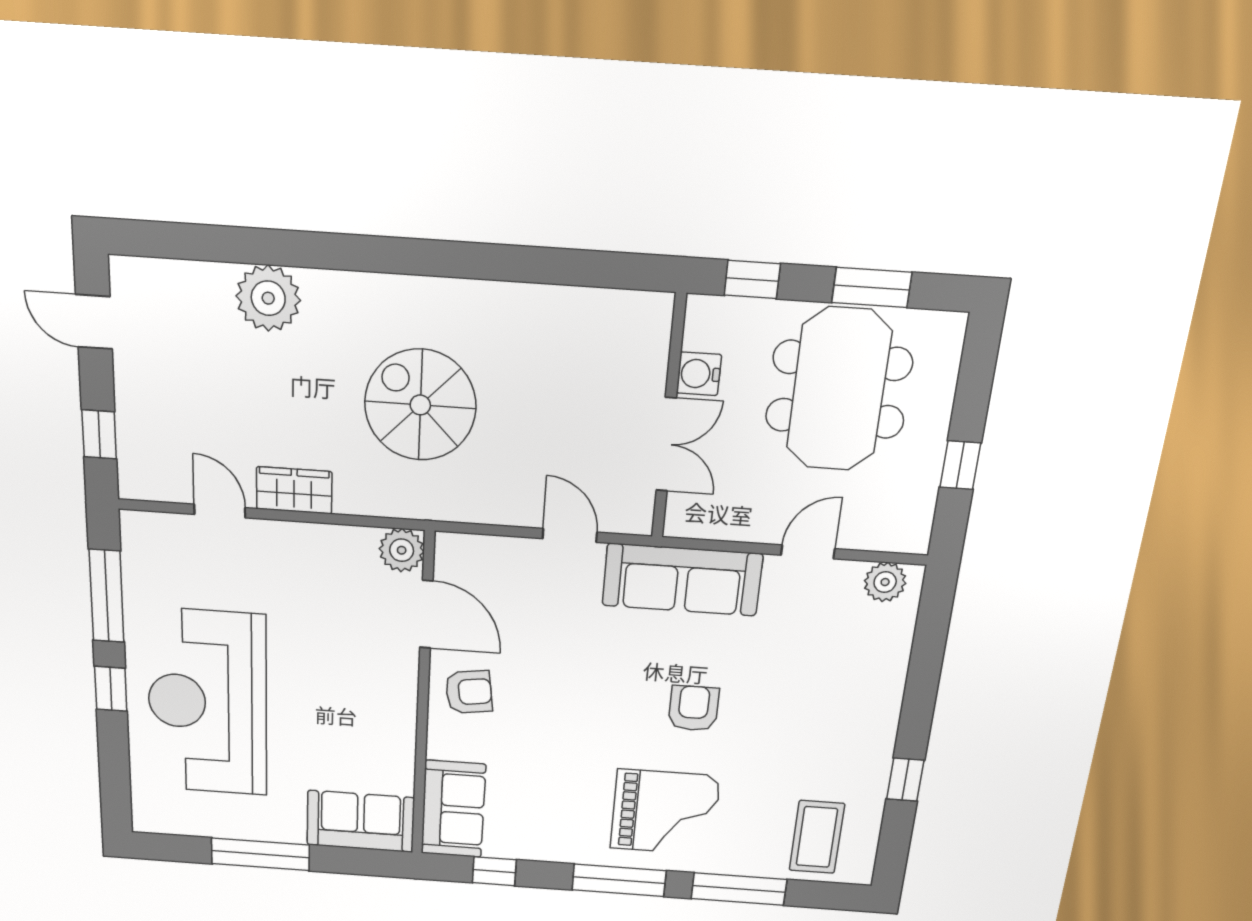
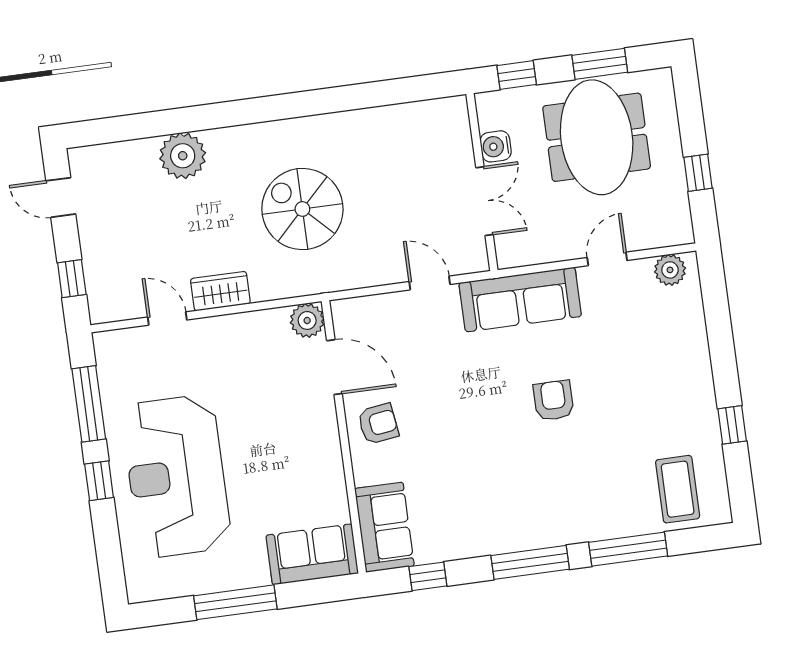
grand piano: (665, 812) -> (553, 494), removed

